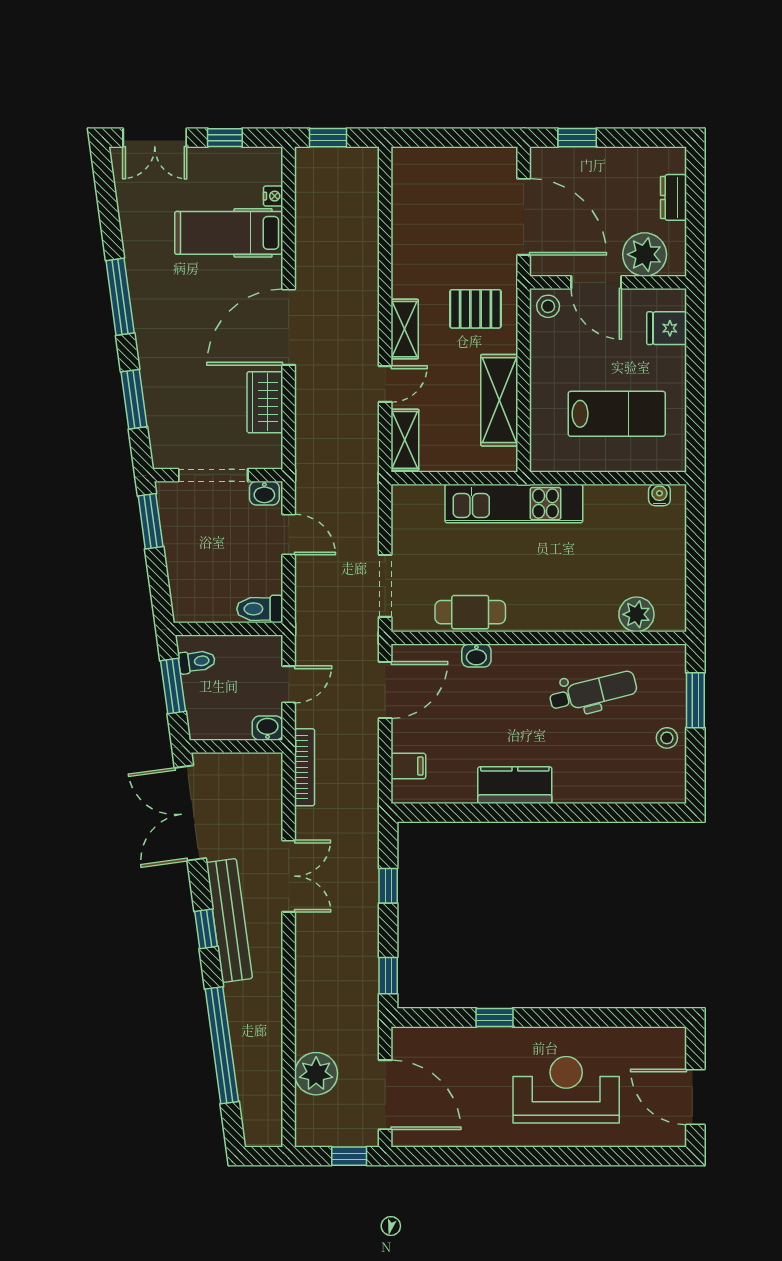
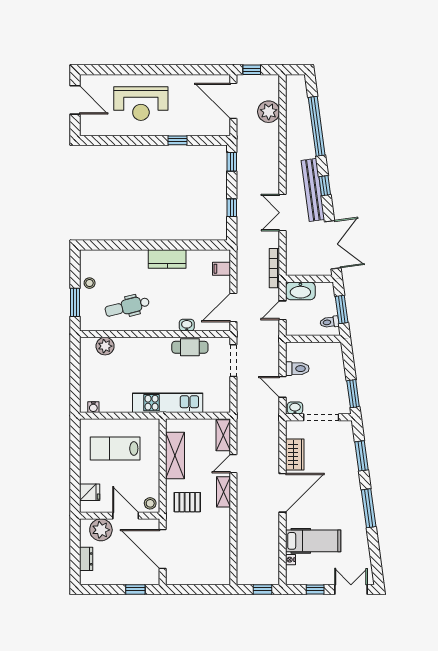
toilet: (260, 609) -> (297, 369), moved
washbasin: (268, 728) -> (300, 291), width x1.91, depth x1.45

